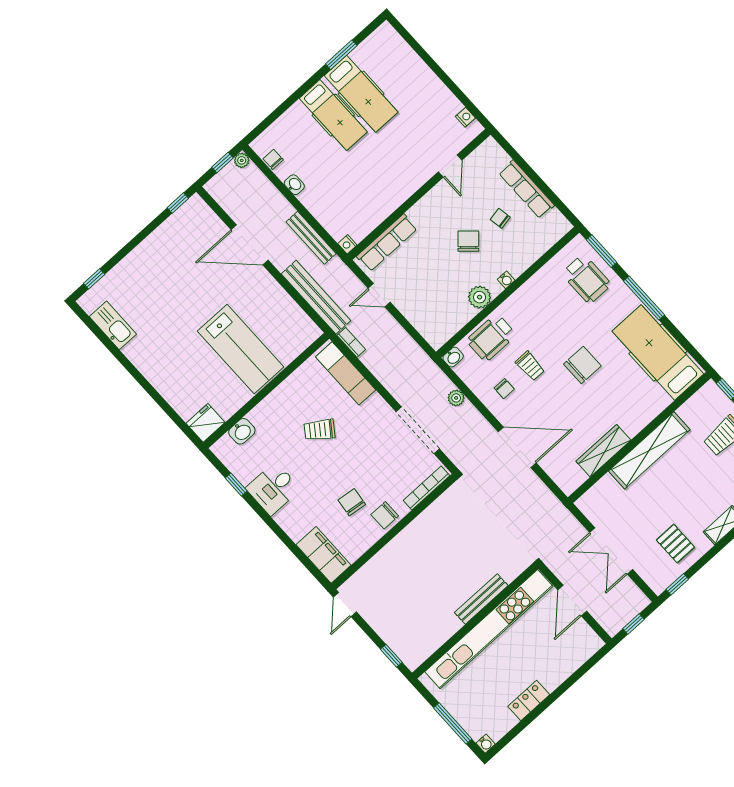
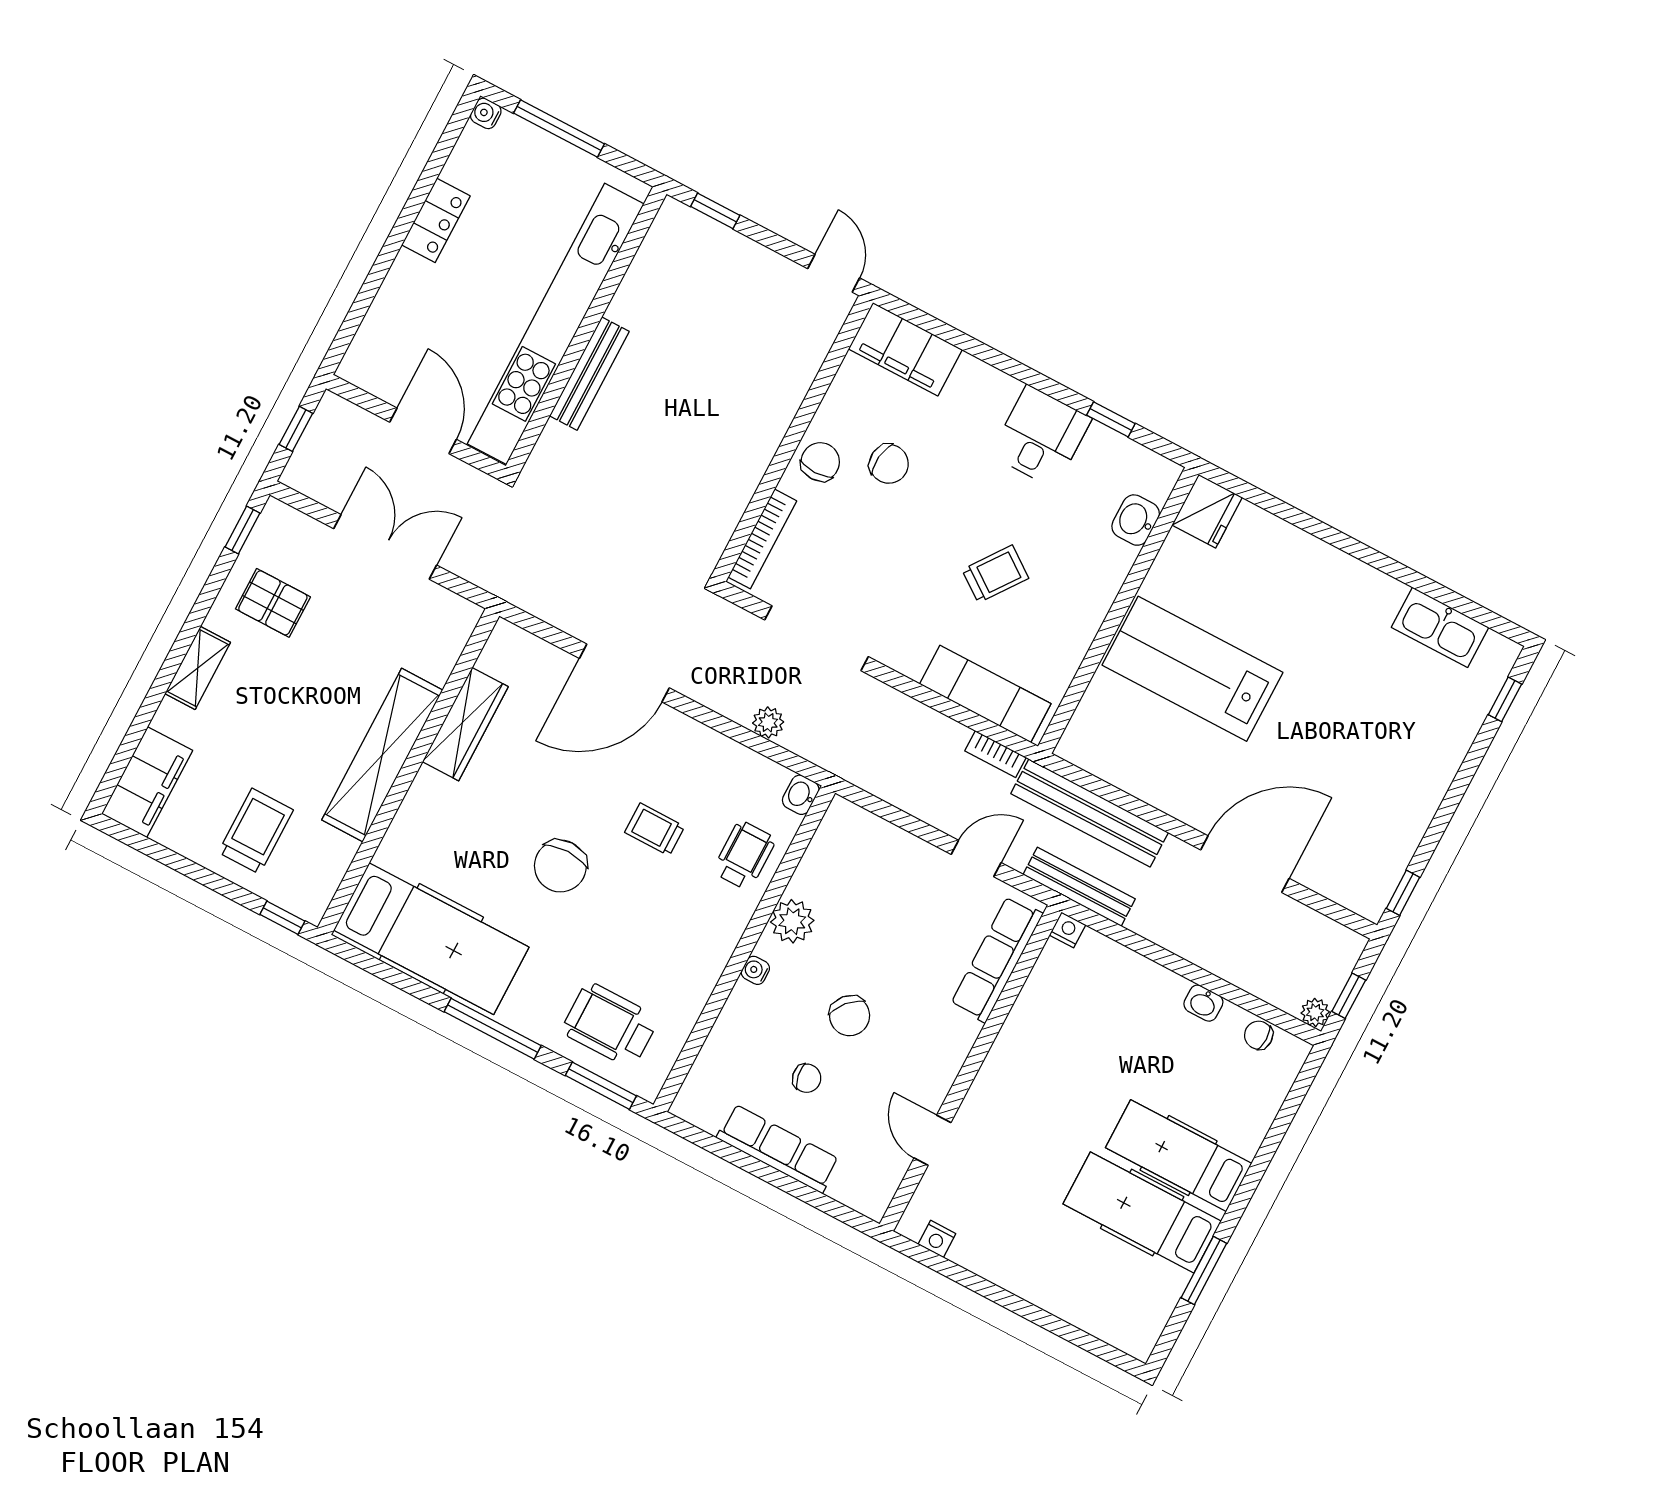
chair: (273, 159) -> (1259, 1035), turned 180
bench: (311, 238) -> (1079, 887), moved
wheelchair: (491, 338) -> (744, 855), width x0.73, depth x0.73
chair: (504, 389) -> (687, 771), removed

